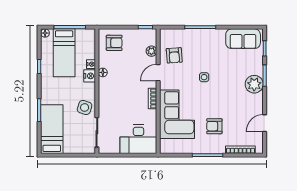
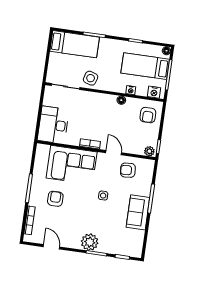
sofa: (243, 39) -> (138, 212), moved
plant: (151, 51) -> (149, 151), moved
nightstand: (90, 76) -> (154, 92), moved

